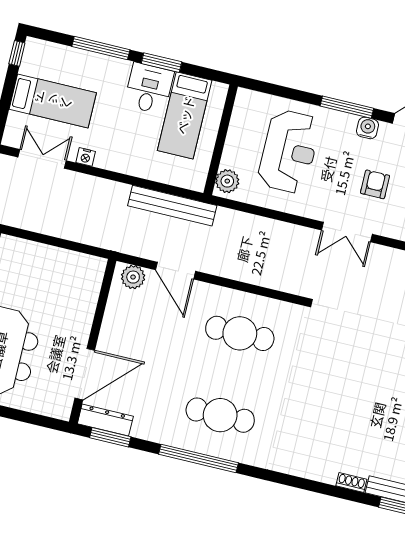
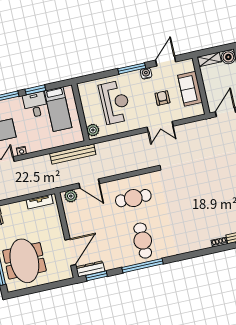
tv unit: (74, 260) -> (40, 202), added
cafe table: (220, 415) -> (143, 241), turned 90

